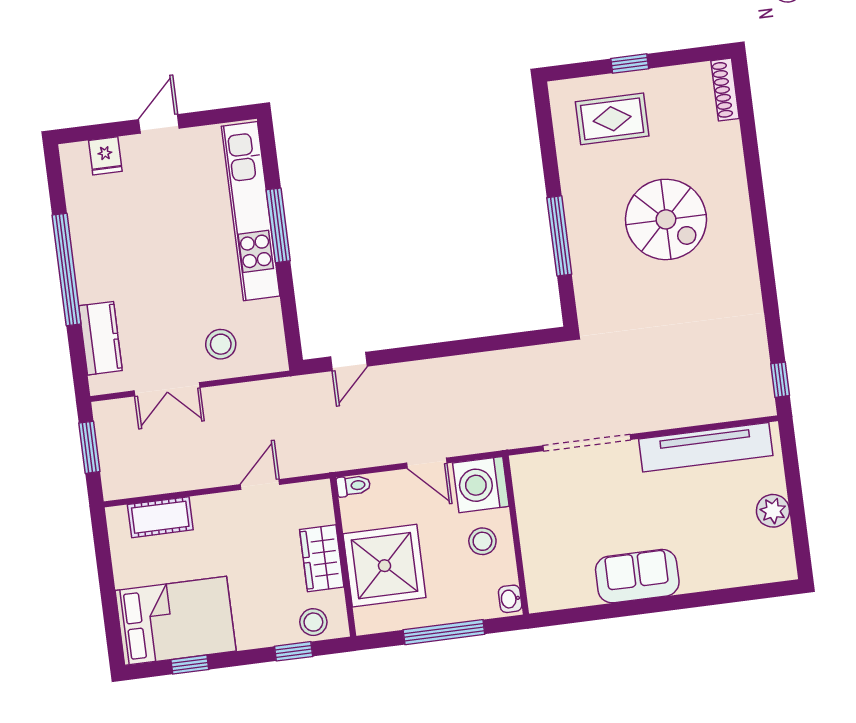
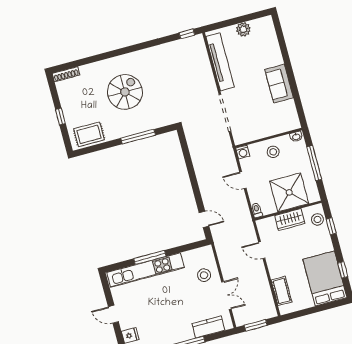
rug: (612, 119) -> (89, 134), moved, turned 90
door: (427, 463) -> (243, 180), swing flipped
washing machine: (481, 485) -> (243, 152), width x0.53, depth x0.53

